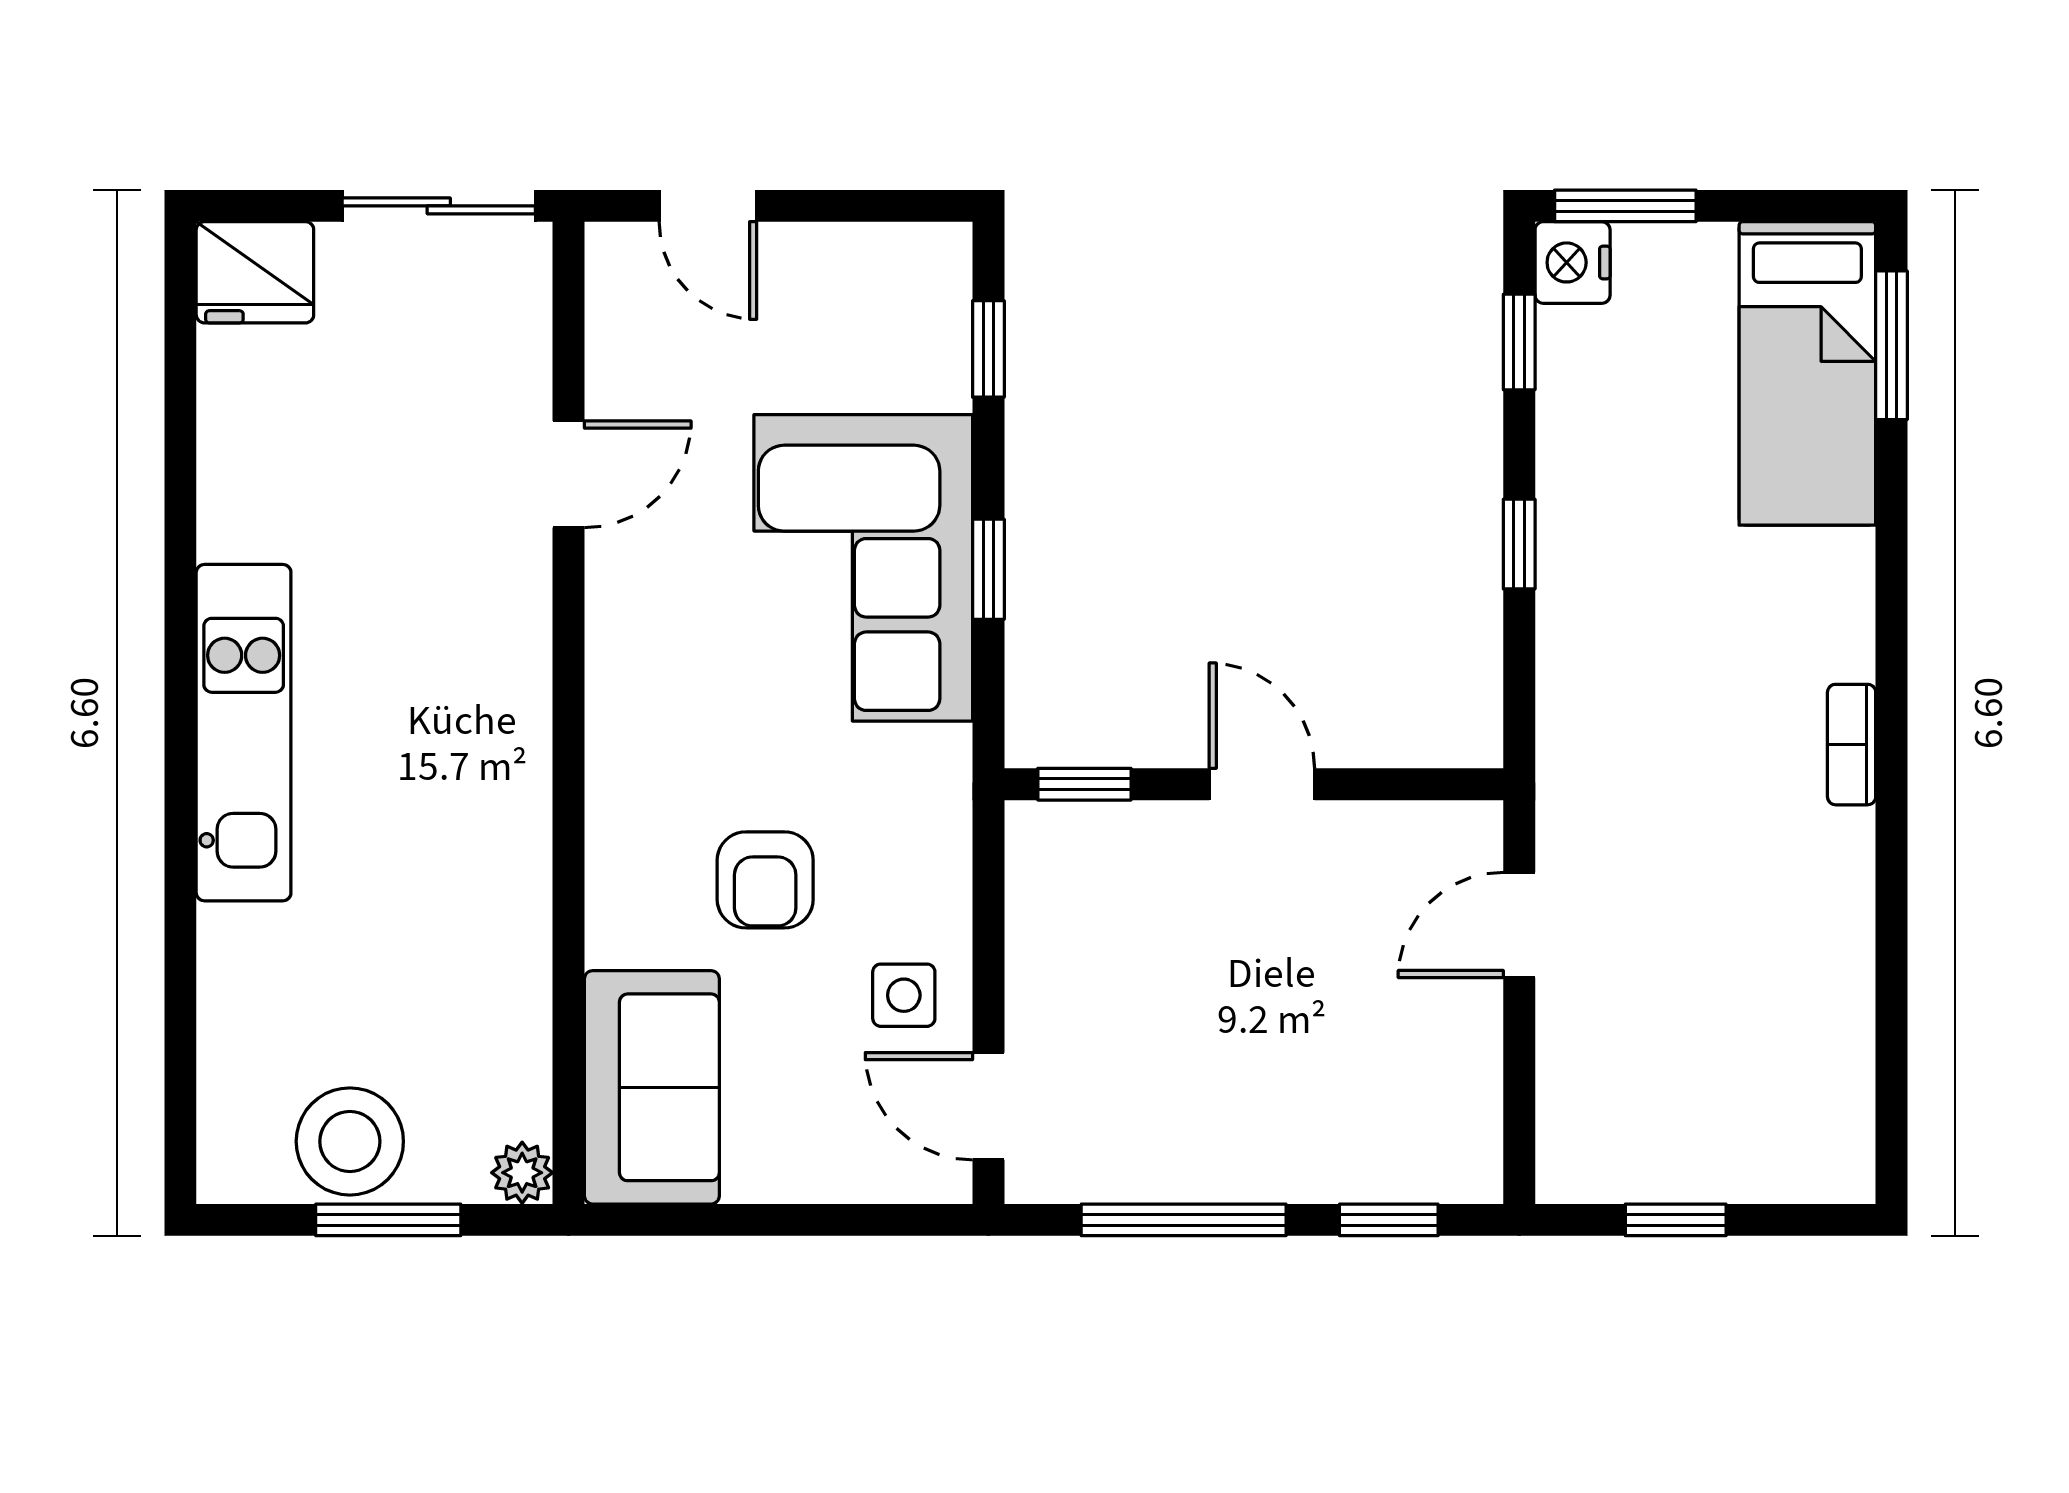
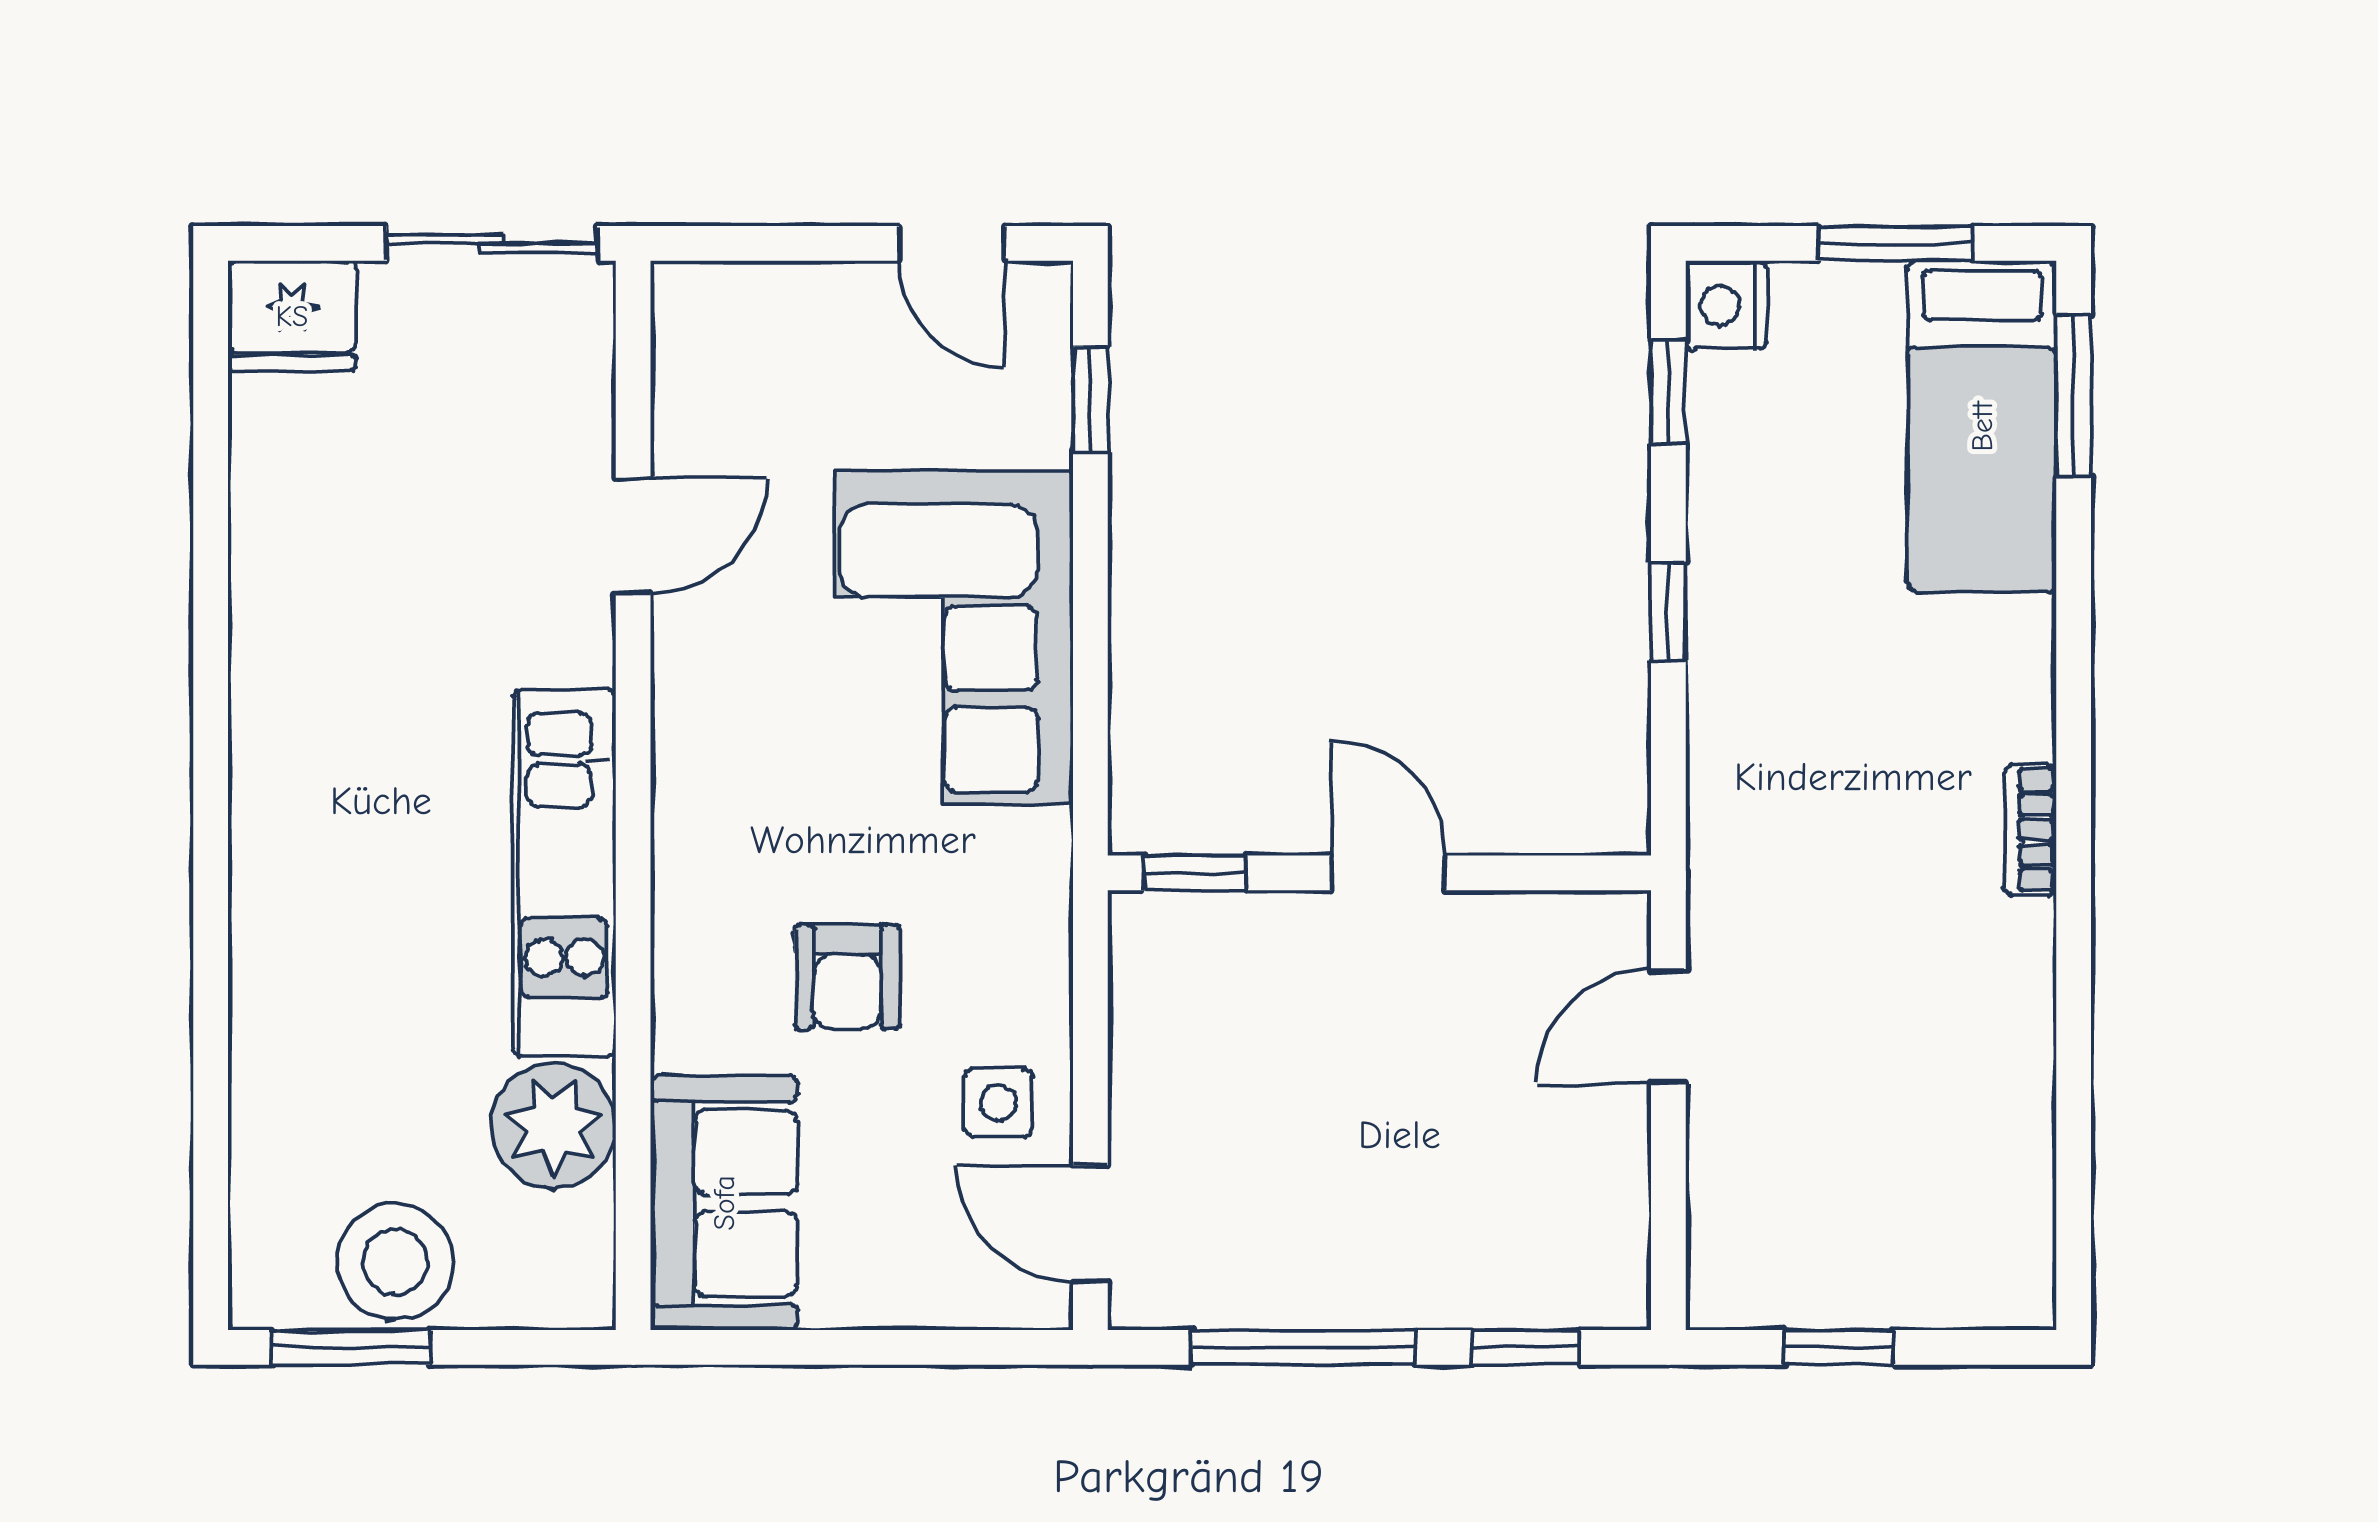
door: (708, 206) -> (952, 243), moved
window: (1625, 206) -> (1896, 243), moved
window: (988, 569) -> (1090, 639), removed
kitchen unit: (244, 733) -> (564, 873), moved, turned 180
plant: (522, 1173) -> (554, 1126), moved, width x1.88, depth x1.88
window: (388, 1220) -> (351, 1347), moved

